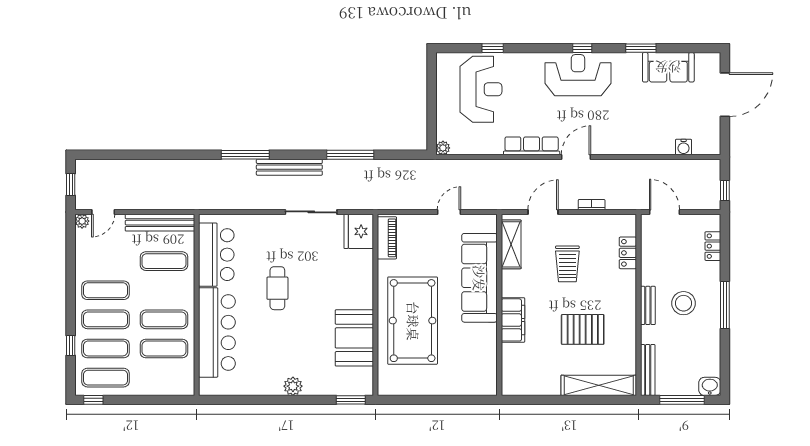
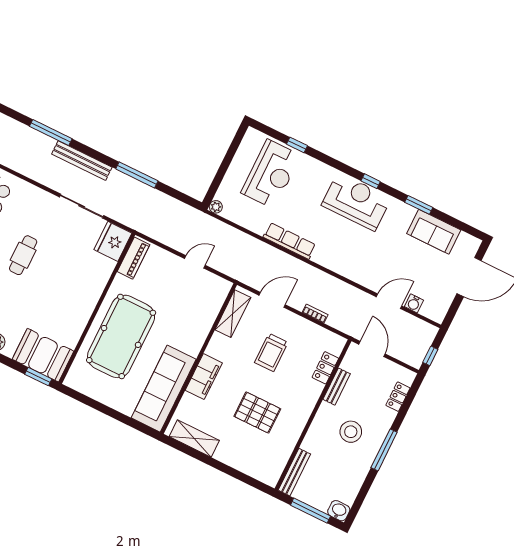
door: (576, 157) -> (389, 301), moved
sofa: (479, 278) -> (164, 389), moved
bench: (648, 305) -> (337, 387), moved
booth: (354, 338) -> (43, 355), moved, turned 90
shelving: (599, 385) -> (194, 439), moved, width x0.68

